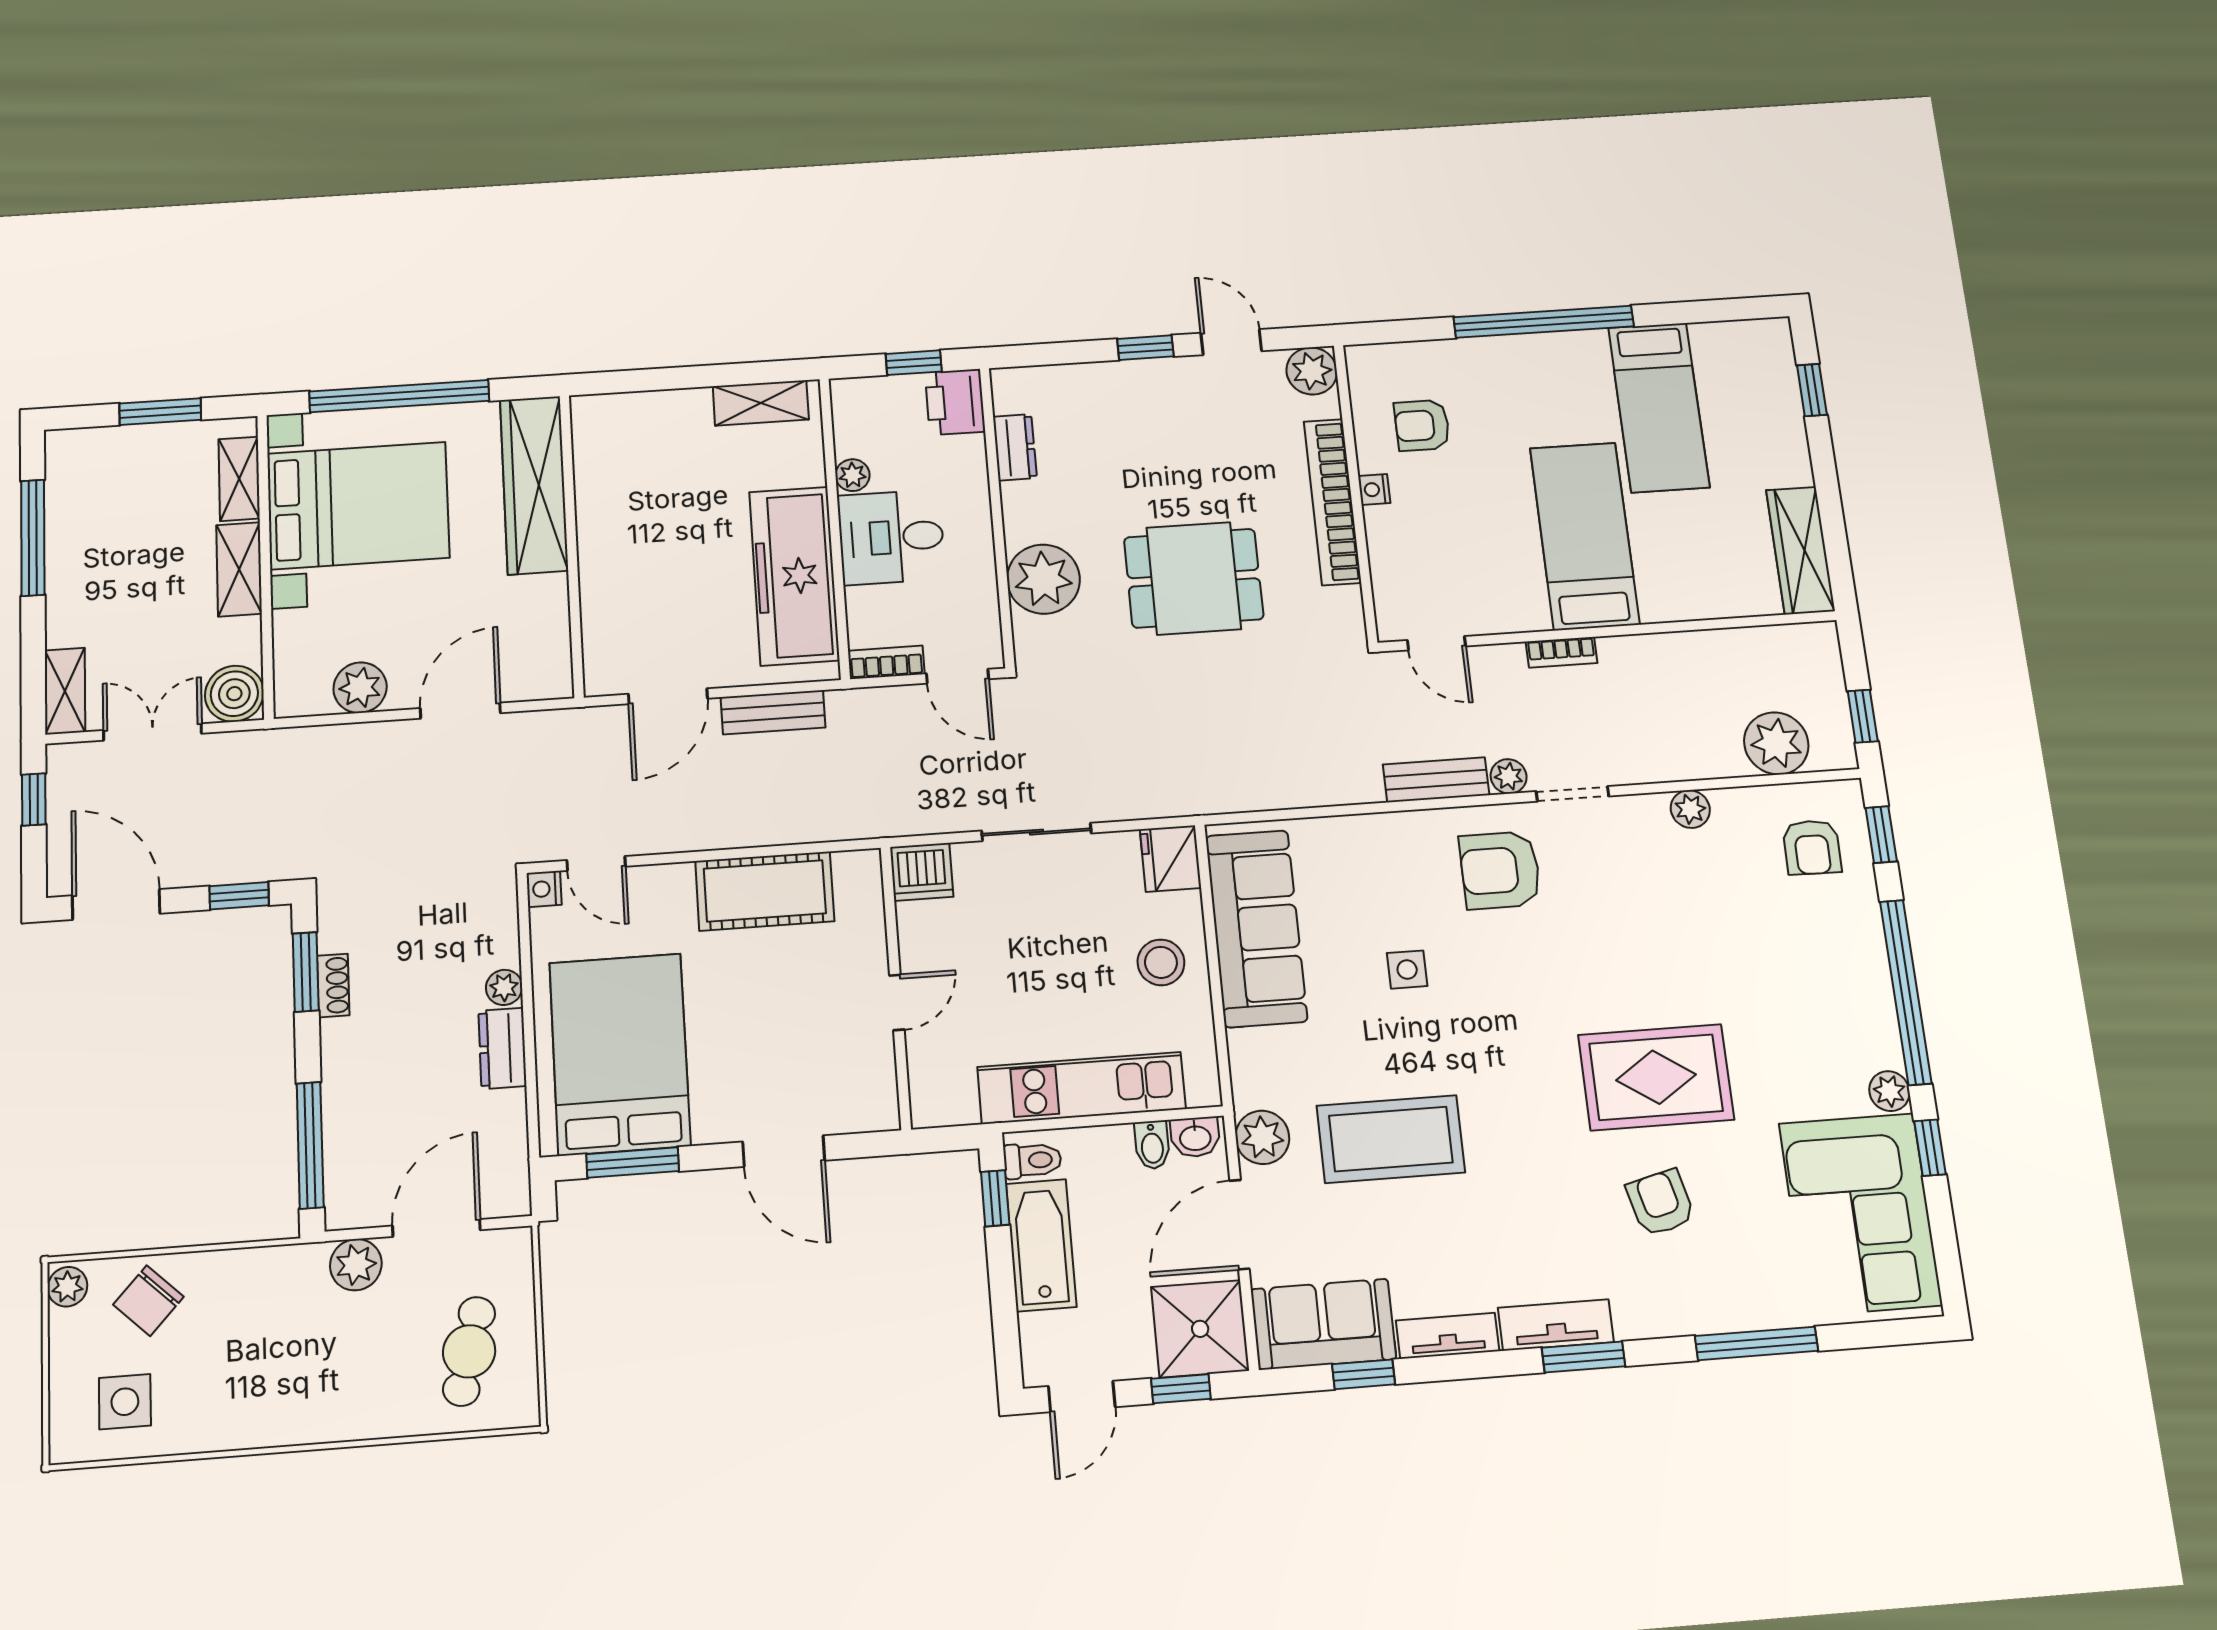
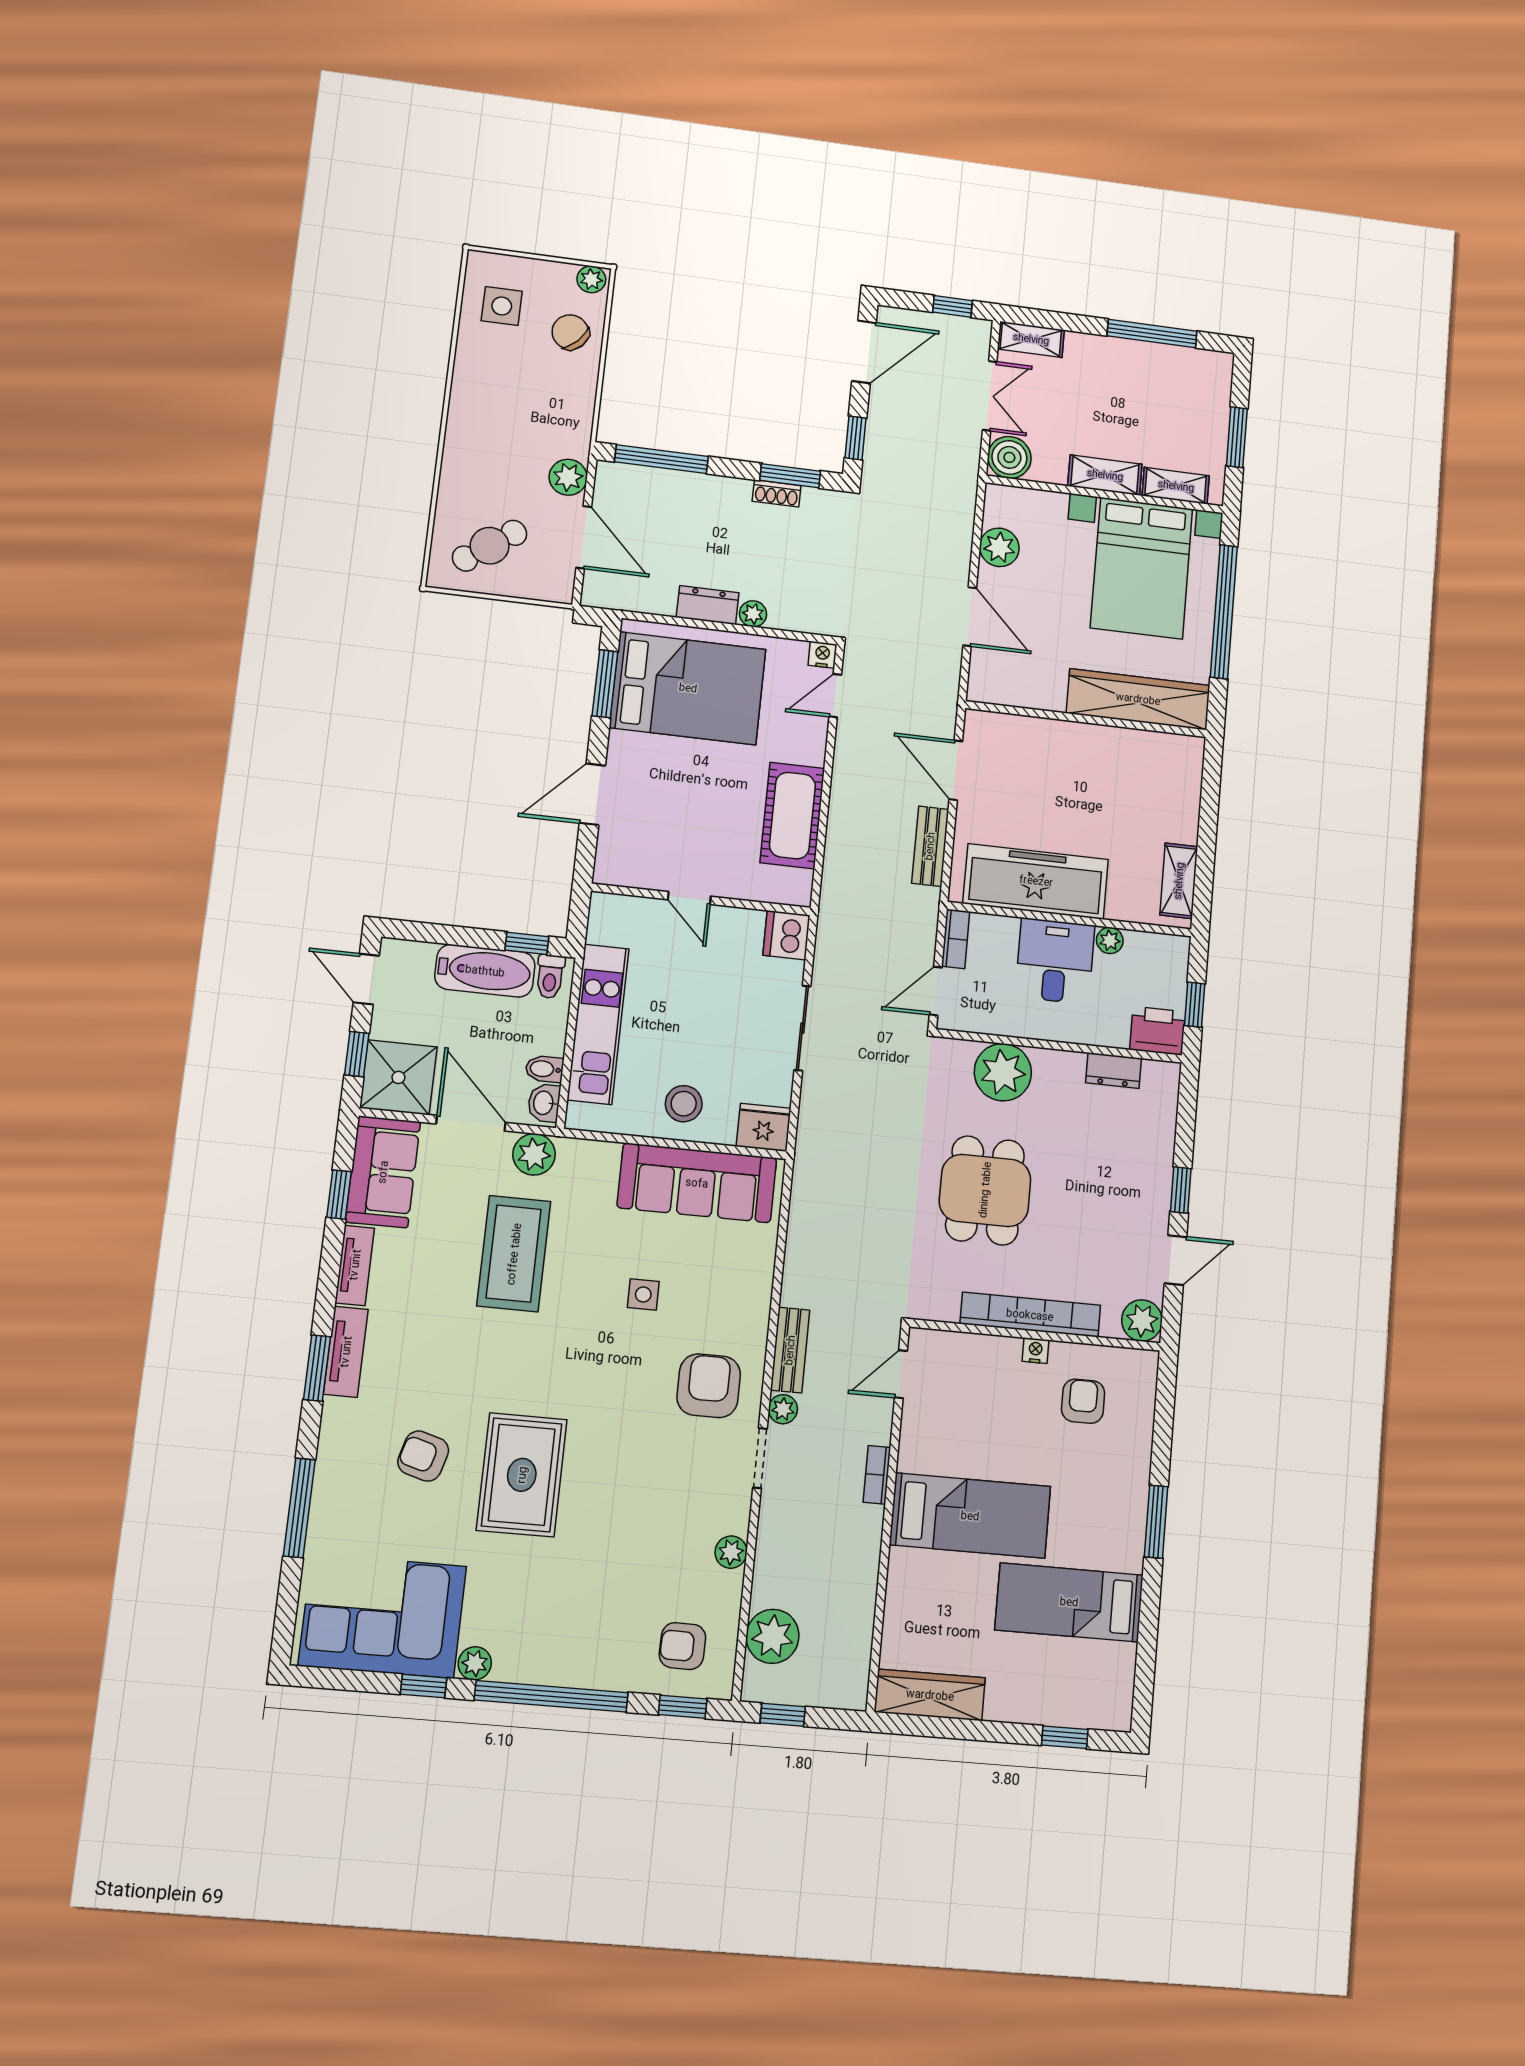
window: (1544, 322) -> (1156, 1522), width x0.47
armchair: (1661, 1203) -> (423, 1456), turned -150
cafe table: (469, 1351) -> (490, 546), turned -50

